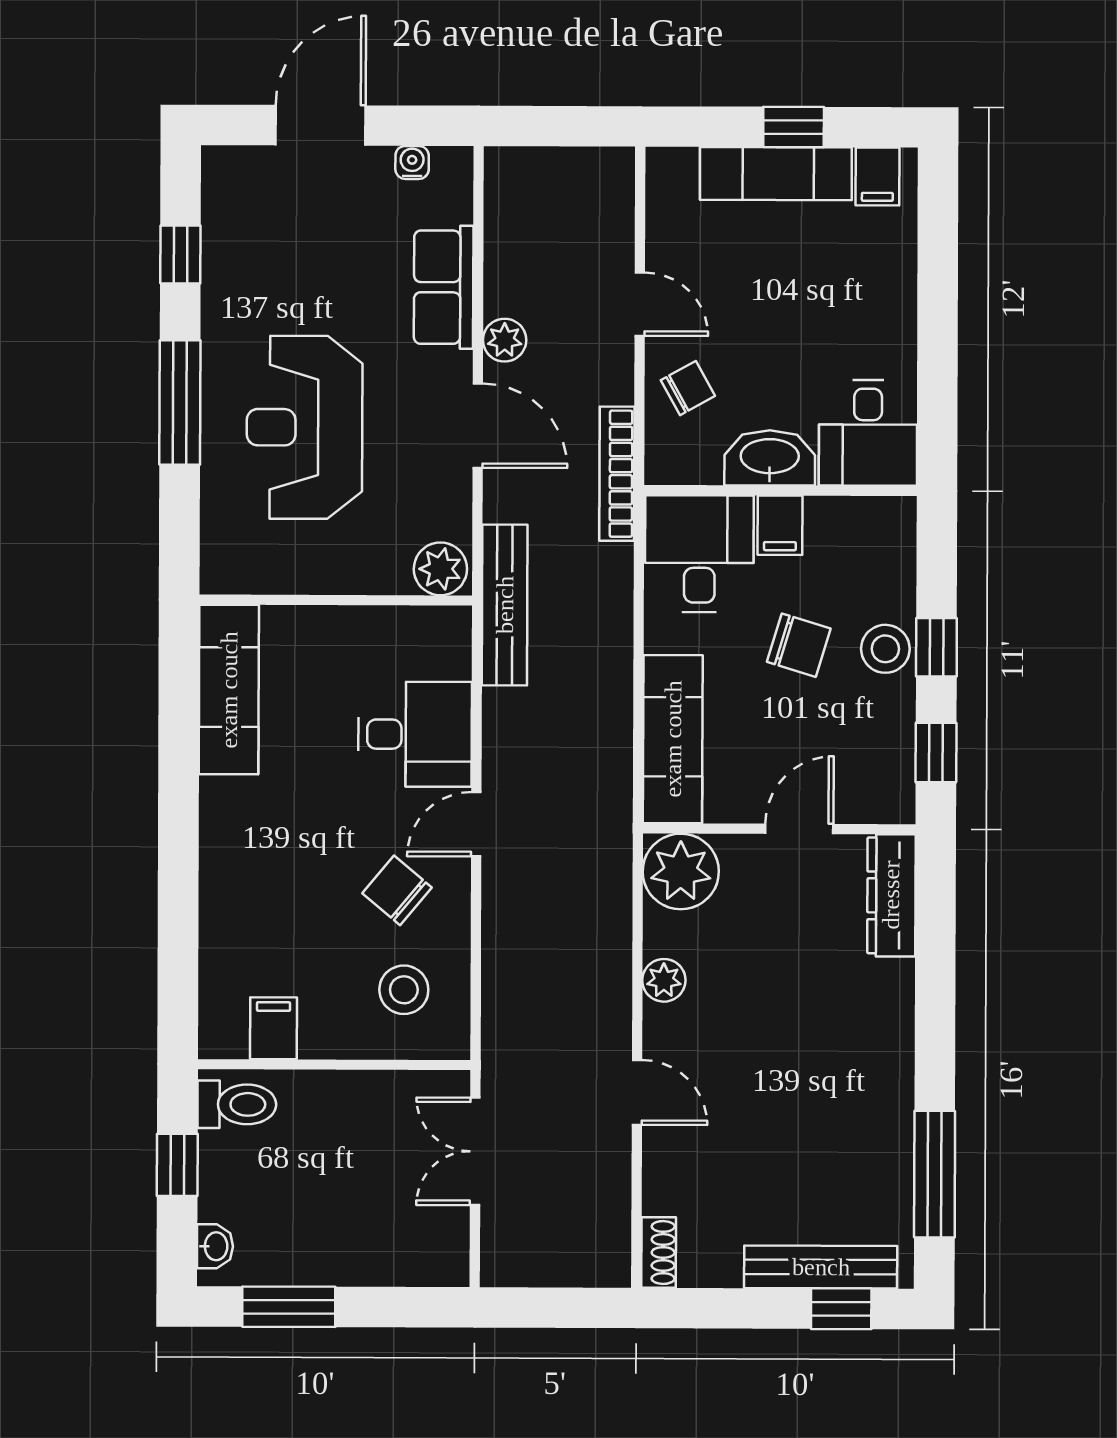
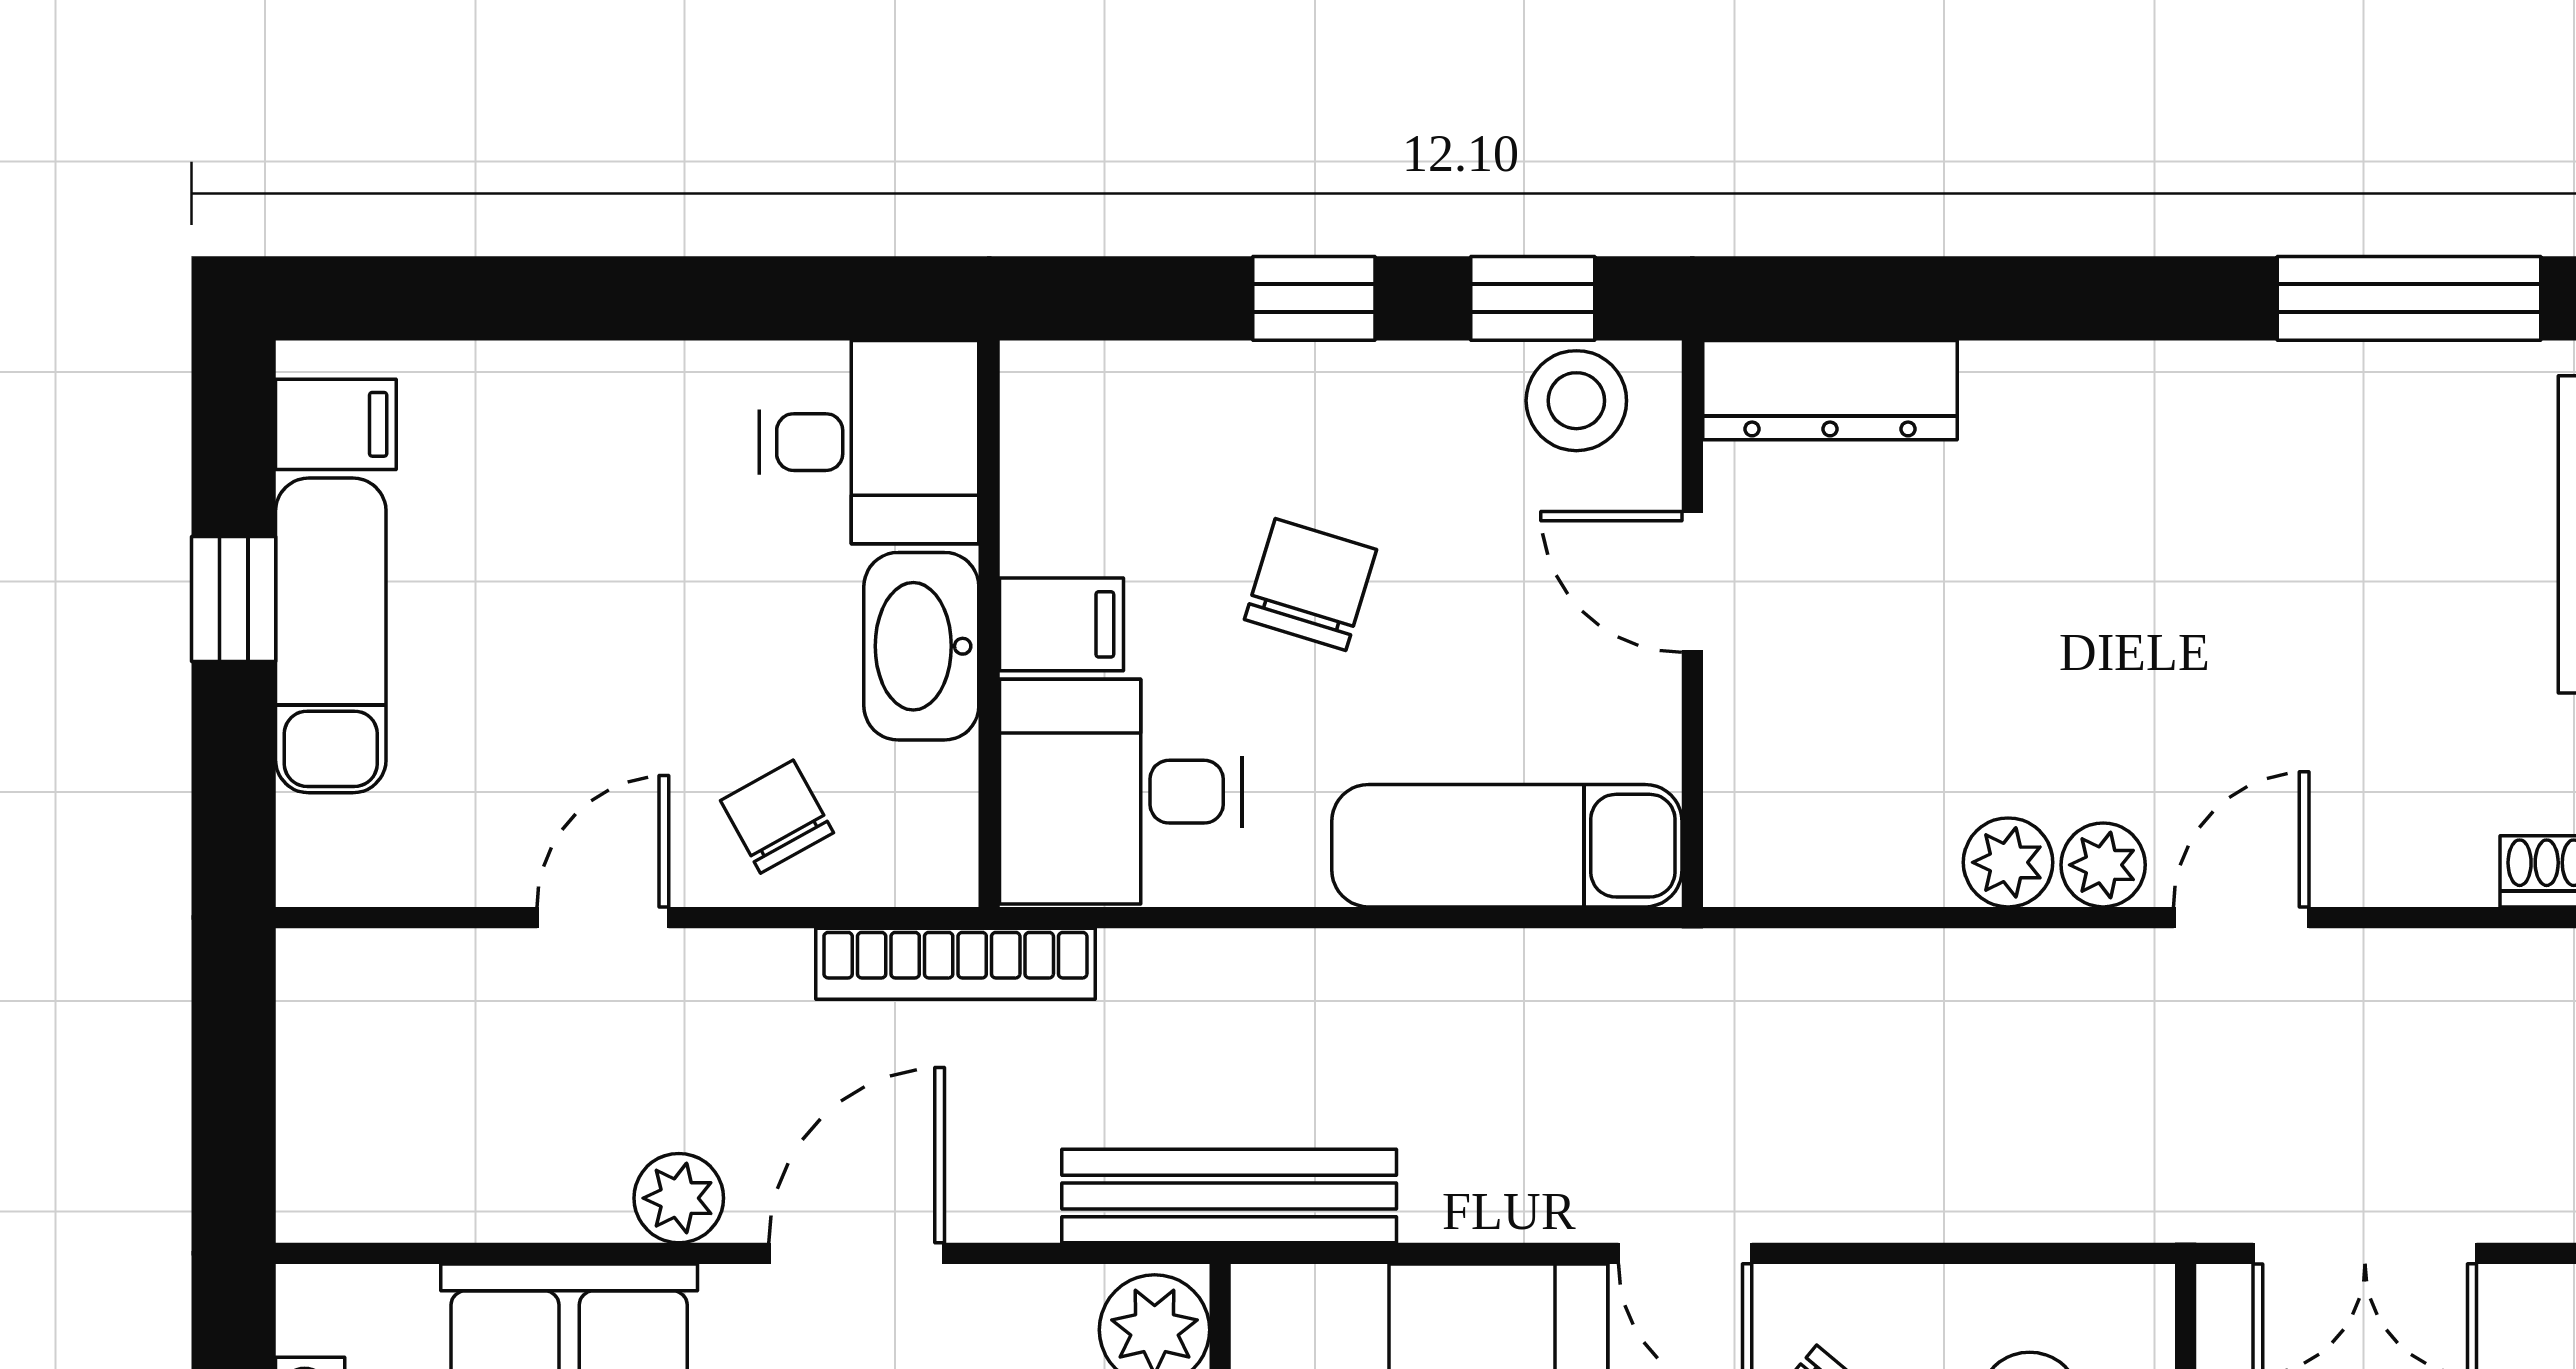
stool: (885, 649) -> (1576, 401), moved
plant: (681, 871) -> (2103, 865), moved, width x0.53, depth x0.53

